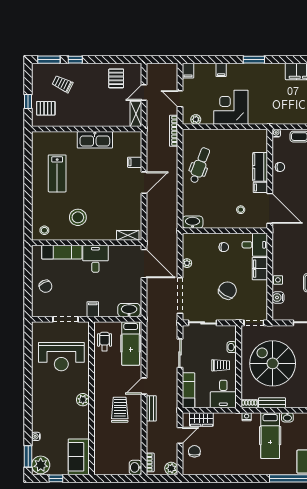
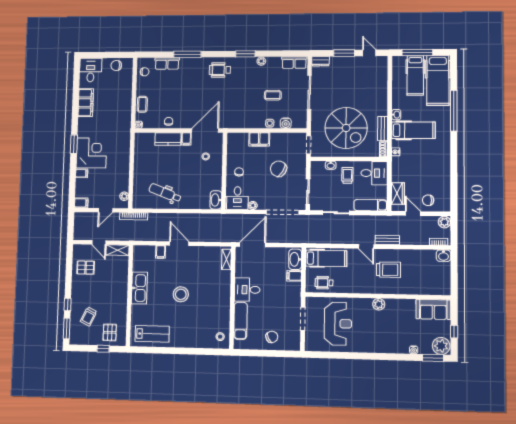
corner desk: (231, 107) -> (91, 153), moved, turned 180
lab bench: (57, 173) -> (152, 334), moved
stool: (78, 217) -> (181, 294), moved
desk: (255, 245) -> (237, 198), moved, turned 180
filing cabinet: (93, 309) -> (294, 276), moved
spiral stairs: (273, 363) -> (346, 128), turned -90
trolley: (120, 410) -> (388, 270), turned 180

